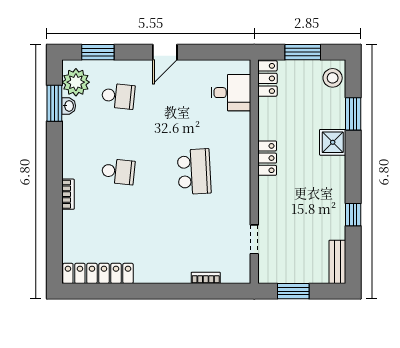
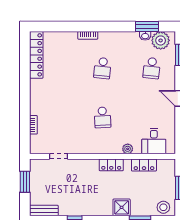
locker: (268, 78) -> (144, 165), moved
plant: (243, 133) -> (128, 149), added
school desk: (194, 172) -> (103, 117), width x0.54

